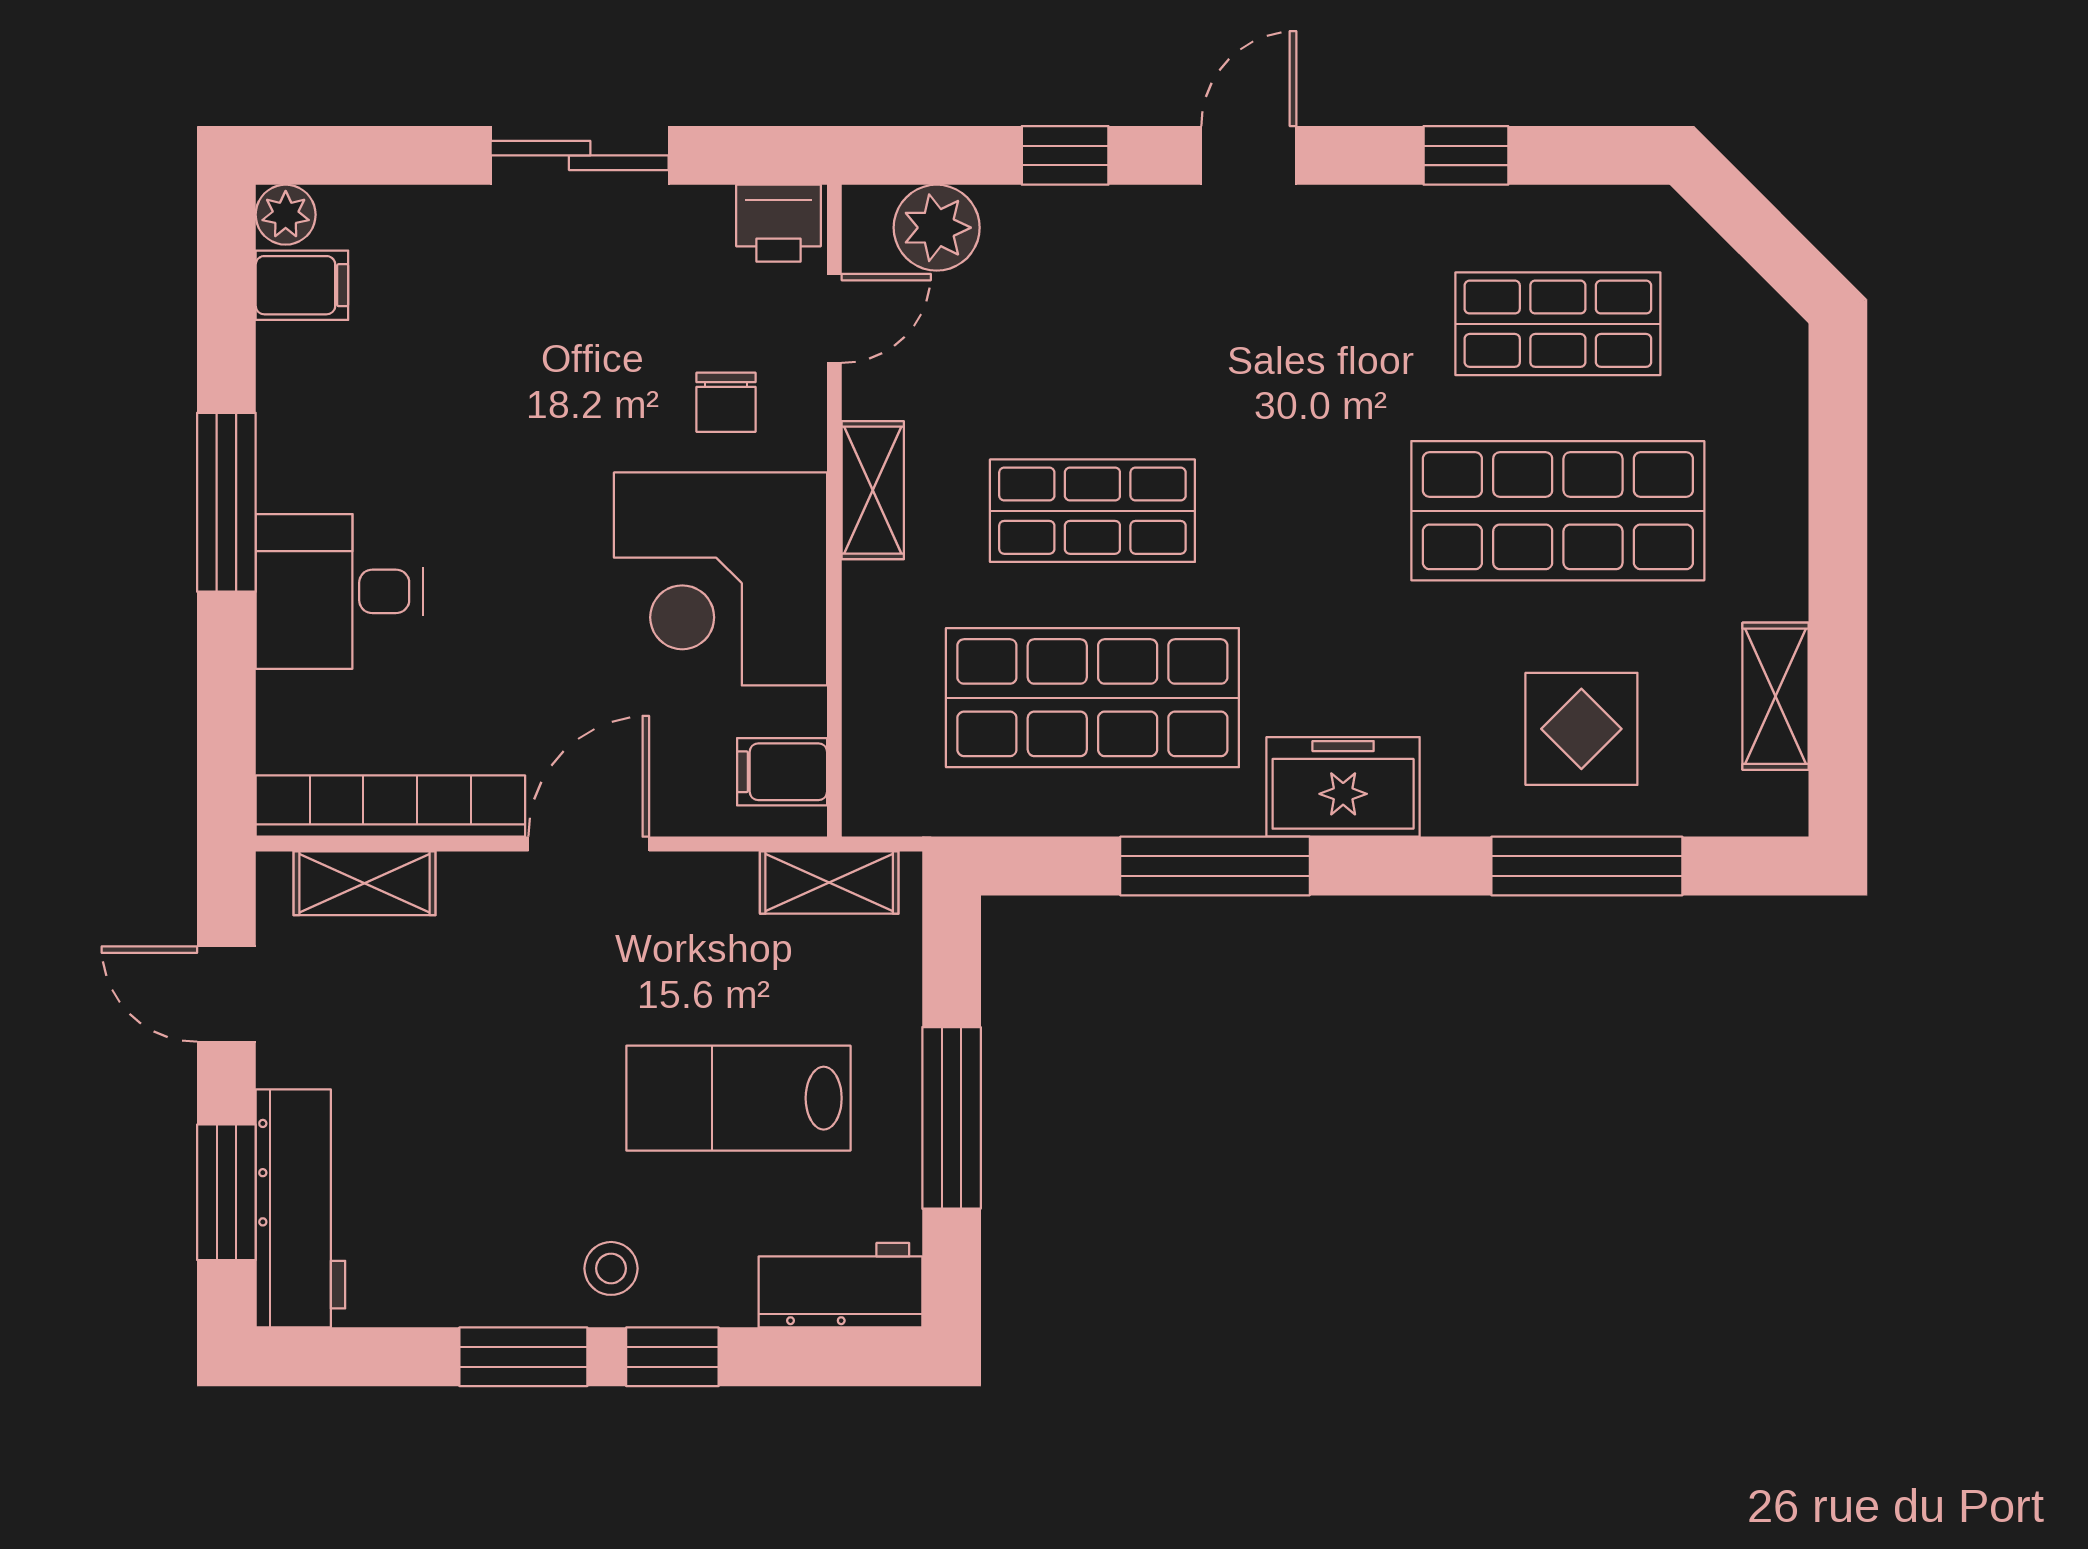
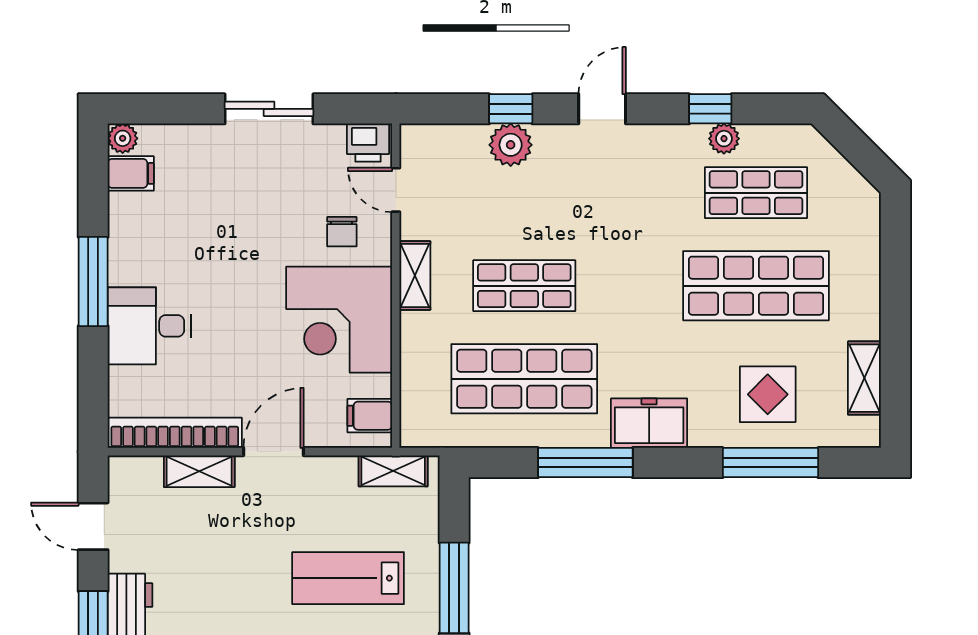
plant: (1494, 215) -> (724, 139), added
plant: (937, 228) -> (511, 145), moved
door: (834, 318) -> (396, 190), swing flipped
shelving: (365, 883) -> (199, 471), moved

